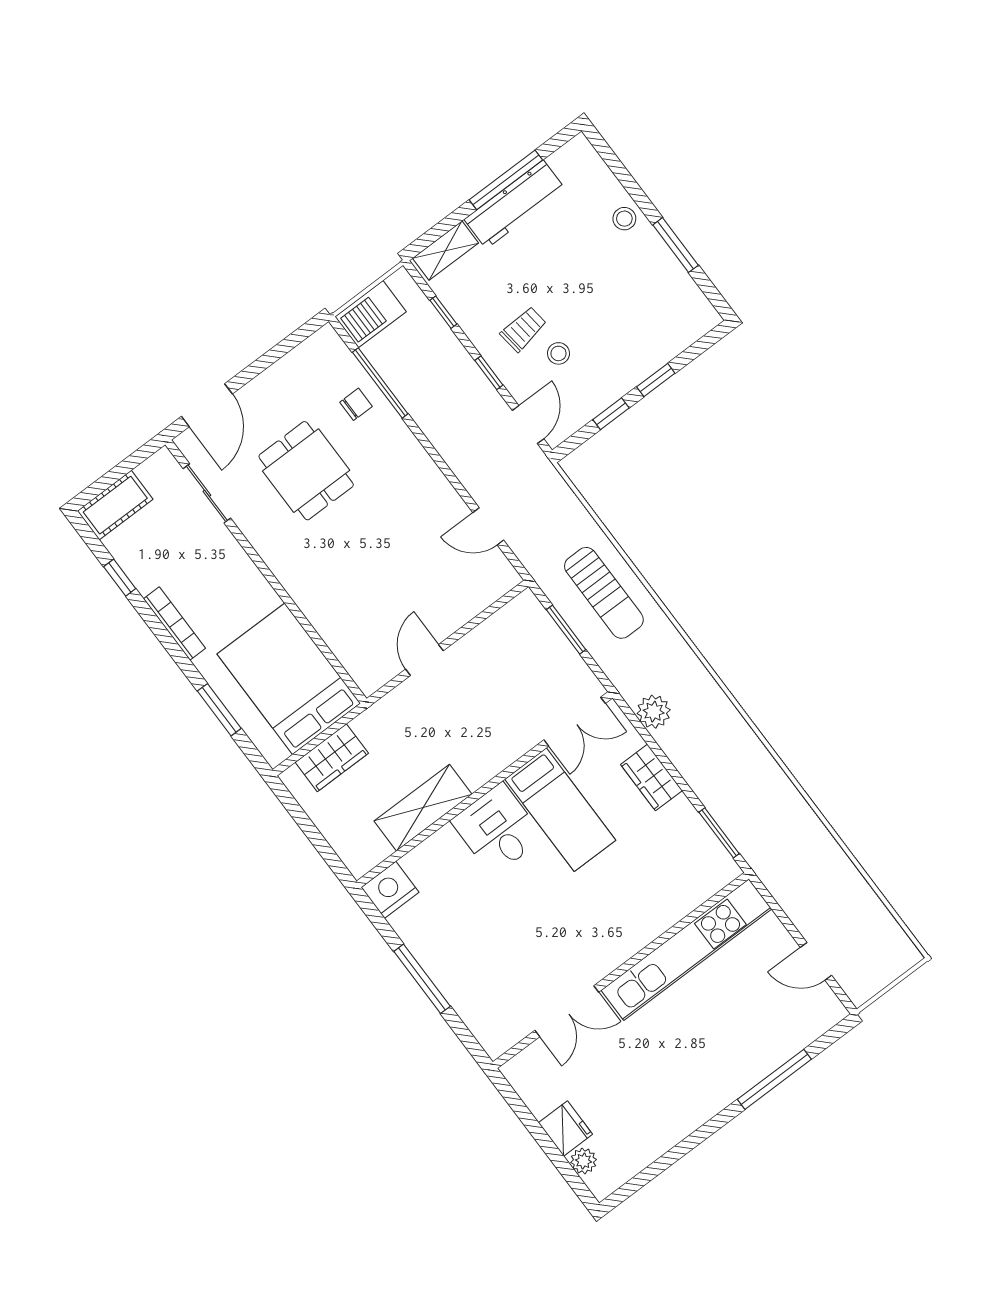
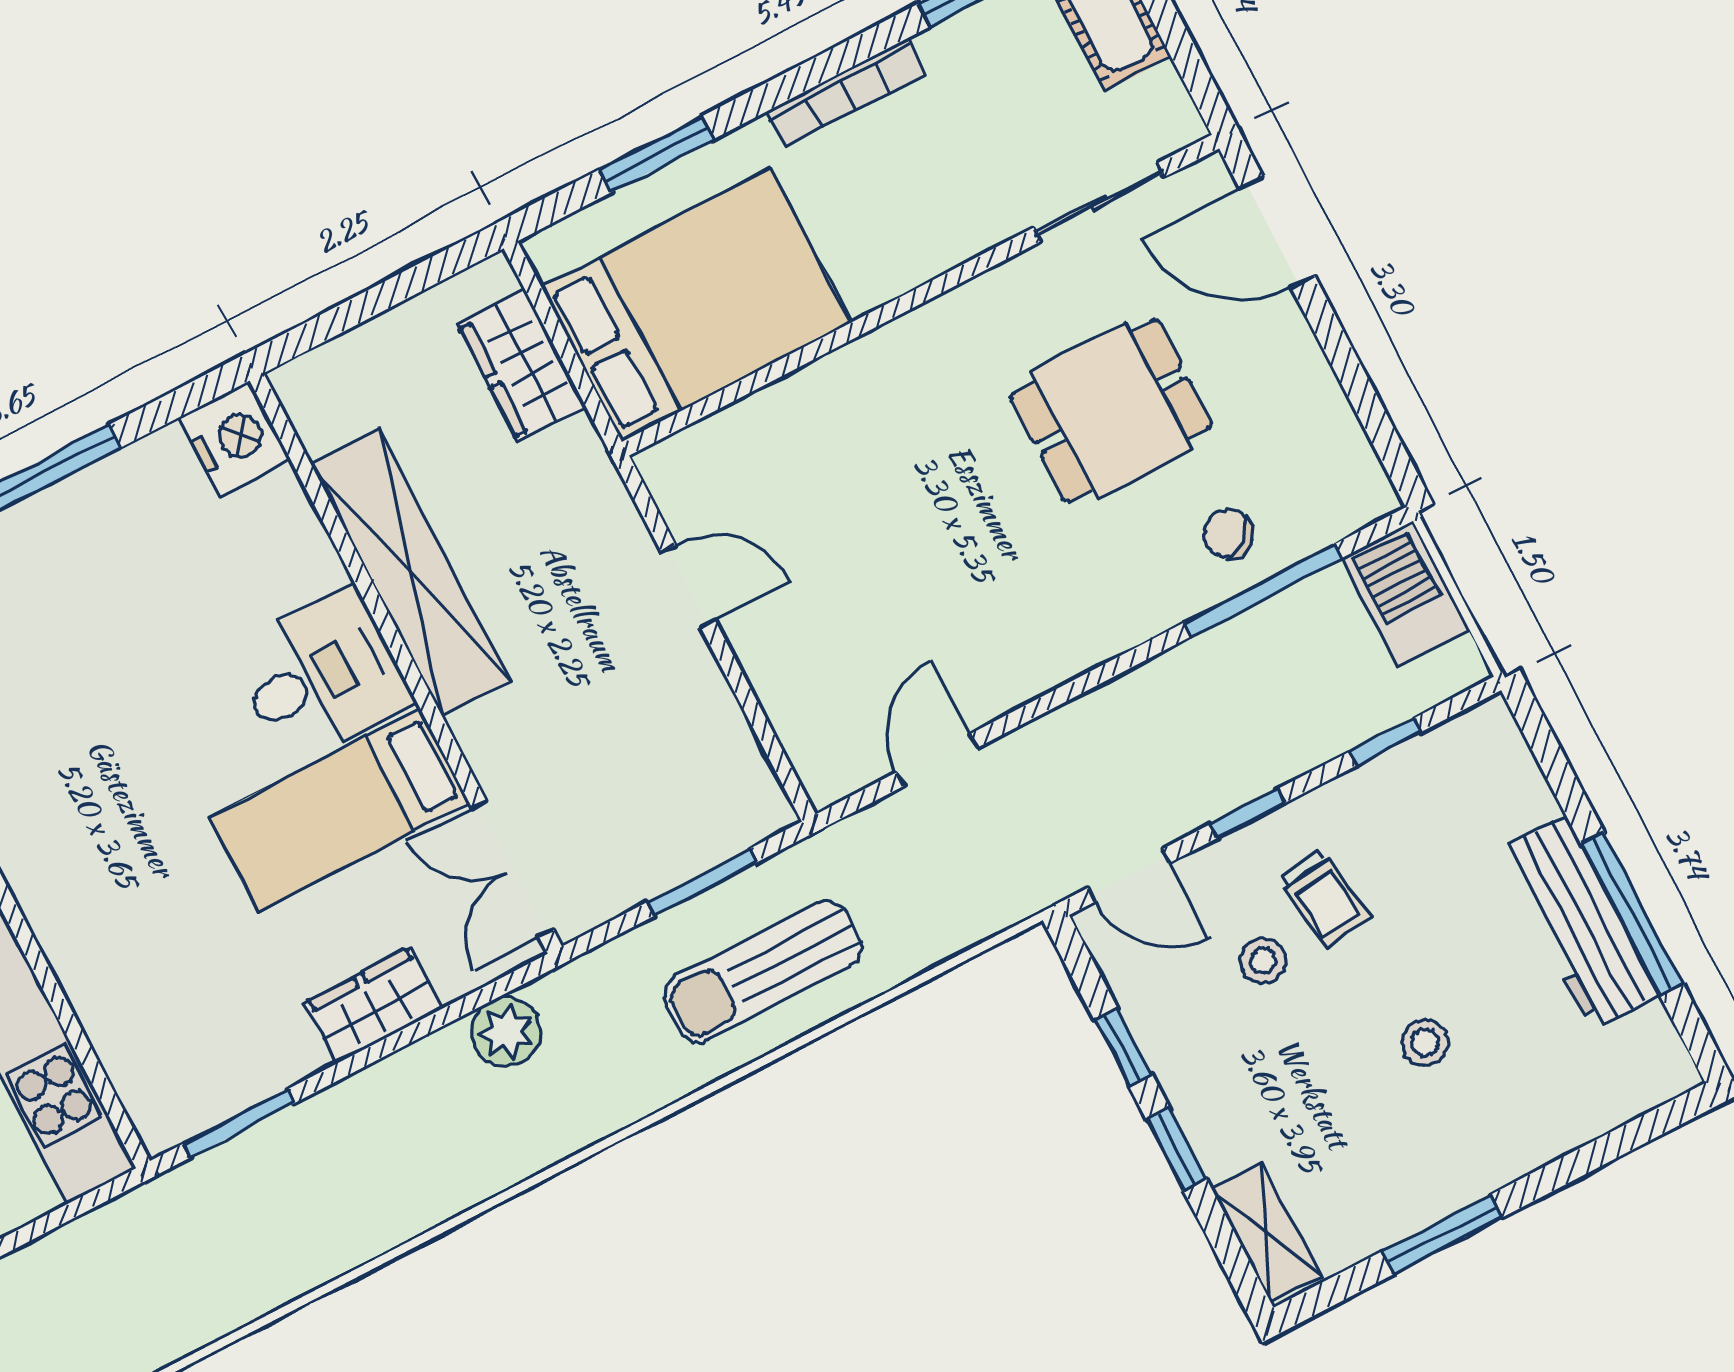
stool: (624, 219) -> (1425, 1042), moved
shelving: (445, 251) -> (1266, 1232), moved
chair: (356, 404) -> (1228, 534), turned 141
shelving: (423, 808) -> (411, 573), width x1.47

